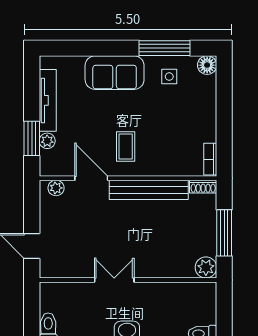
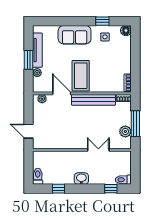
window: (165, 48) -> (102, 21), width x0.46
window: (32, 138) -> (29, 60), moved
coffee table: (126, 146) -> (81, 76), width x1.86, depth x1.72
plant: (206, 267) -> (125, 131), moved
double door: (114, 280) -> (98, 150), moved

